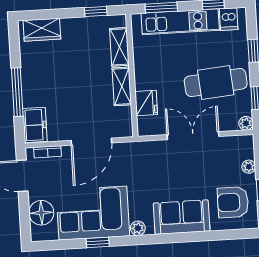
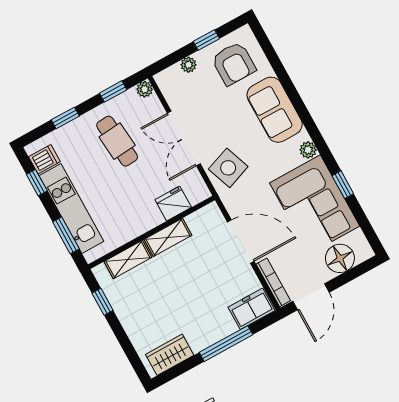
wardrobe: (42, 30) -> (170, 355), moved, turned -90
cafe table: (216, 83) -> (117, 141), width x0.73, depth x0.74
bookcase: (47, 152) -> (273, 282), width x1.56
side table: (154, 159) -> (228, 168), added

